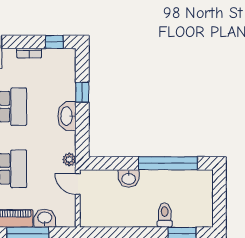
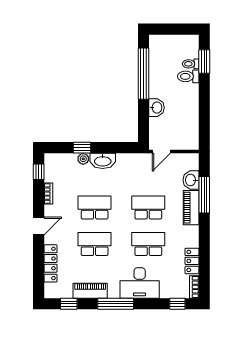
plant: (69, 159) -> (83, 159), moved
toilet: (179, 218) -> (191, 64), added

